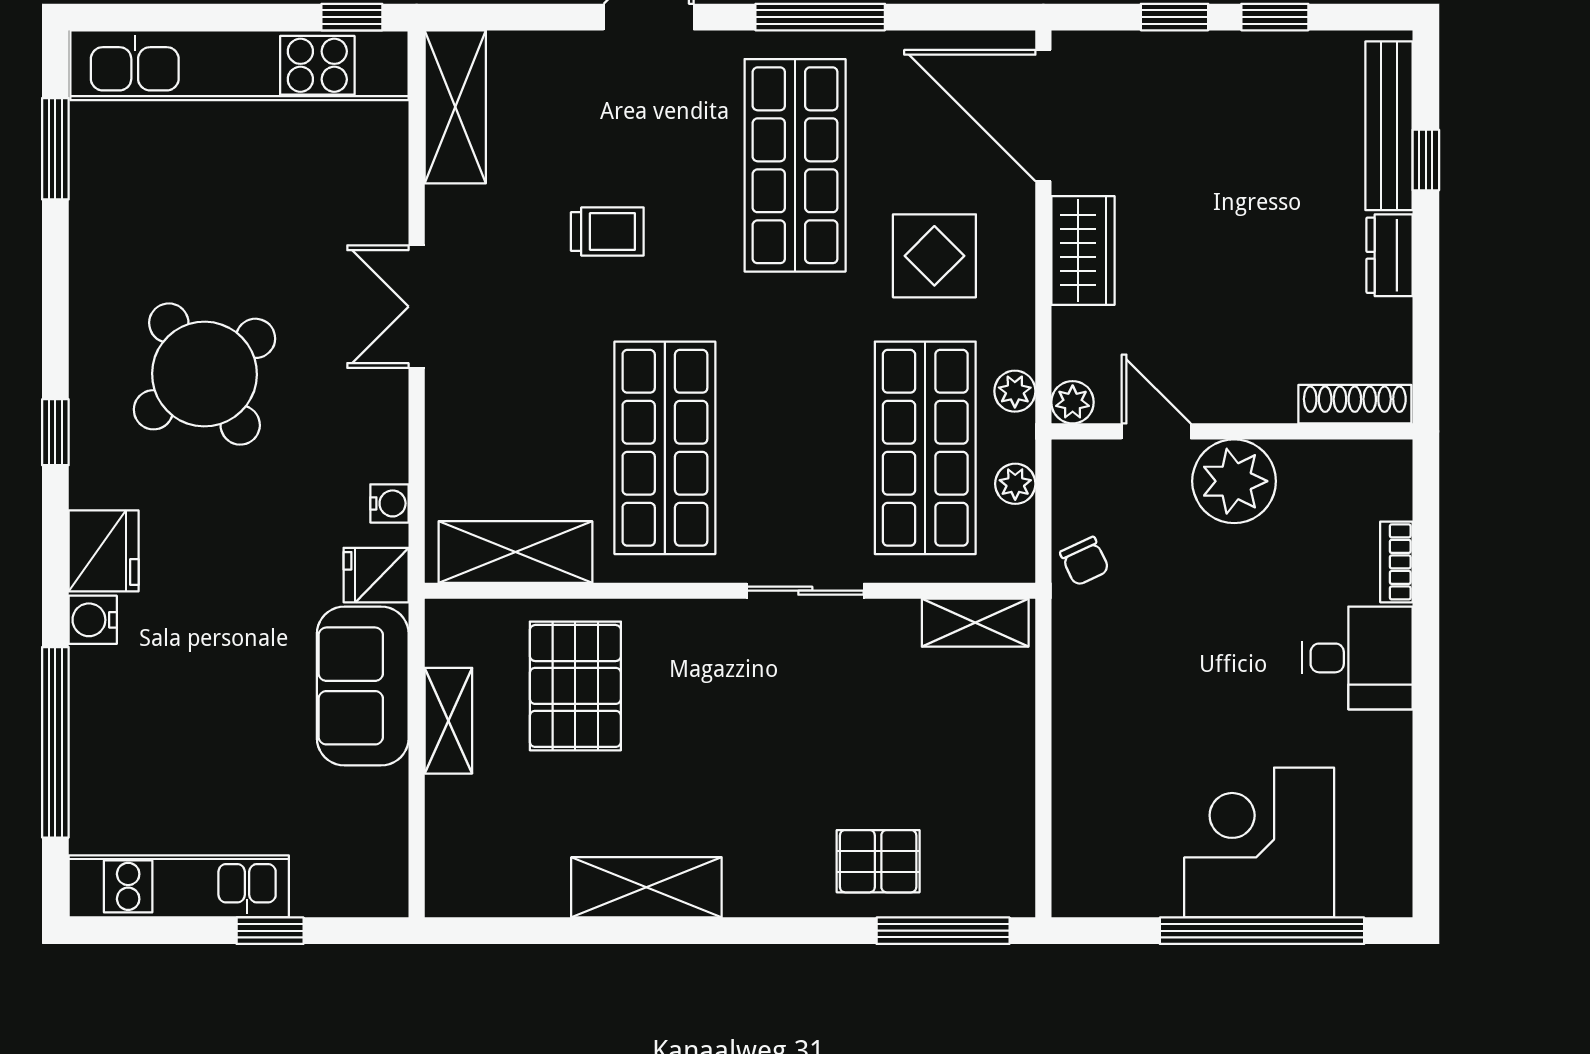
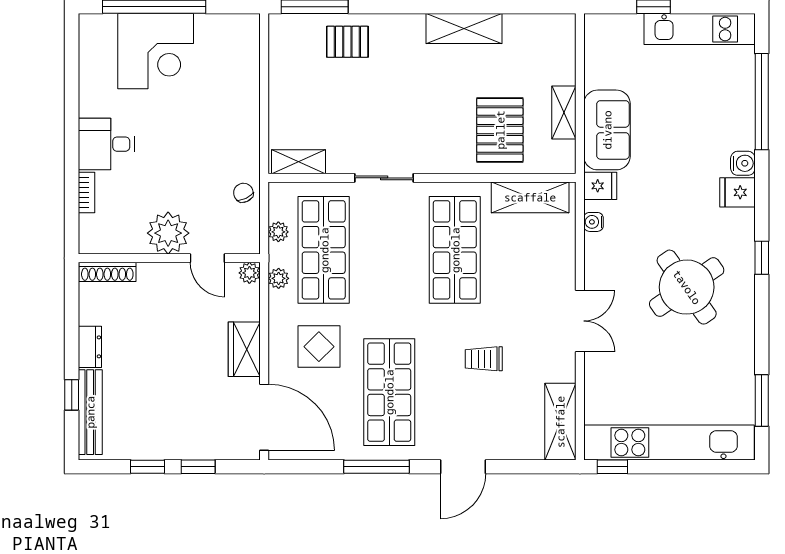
fridge: (104, 551) -> (737, 192), width x0.72

